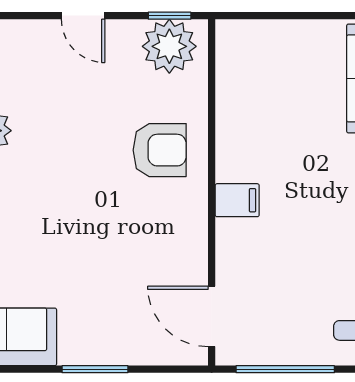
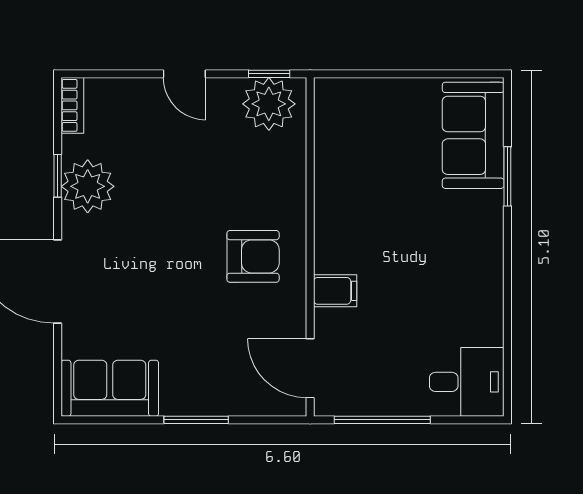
armchair: (160, 150) -> (253, 256), moved
filing cabinet: (237, 200) -> (335, 291), moved

